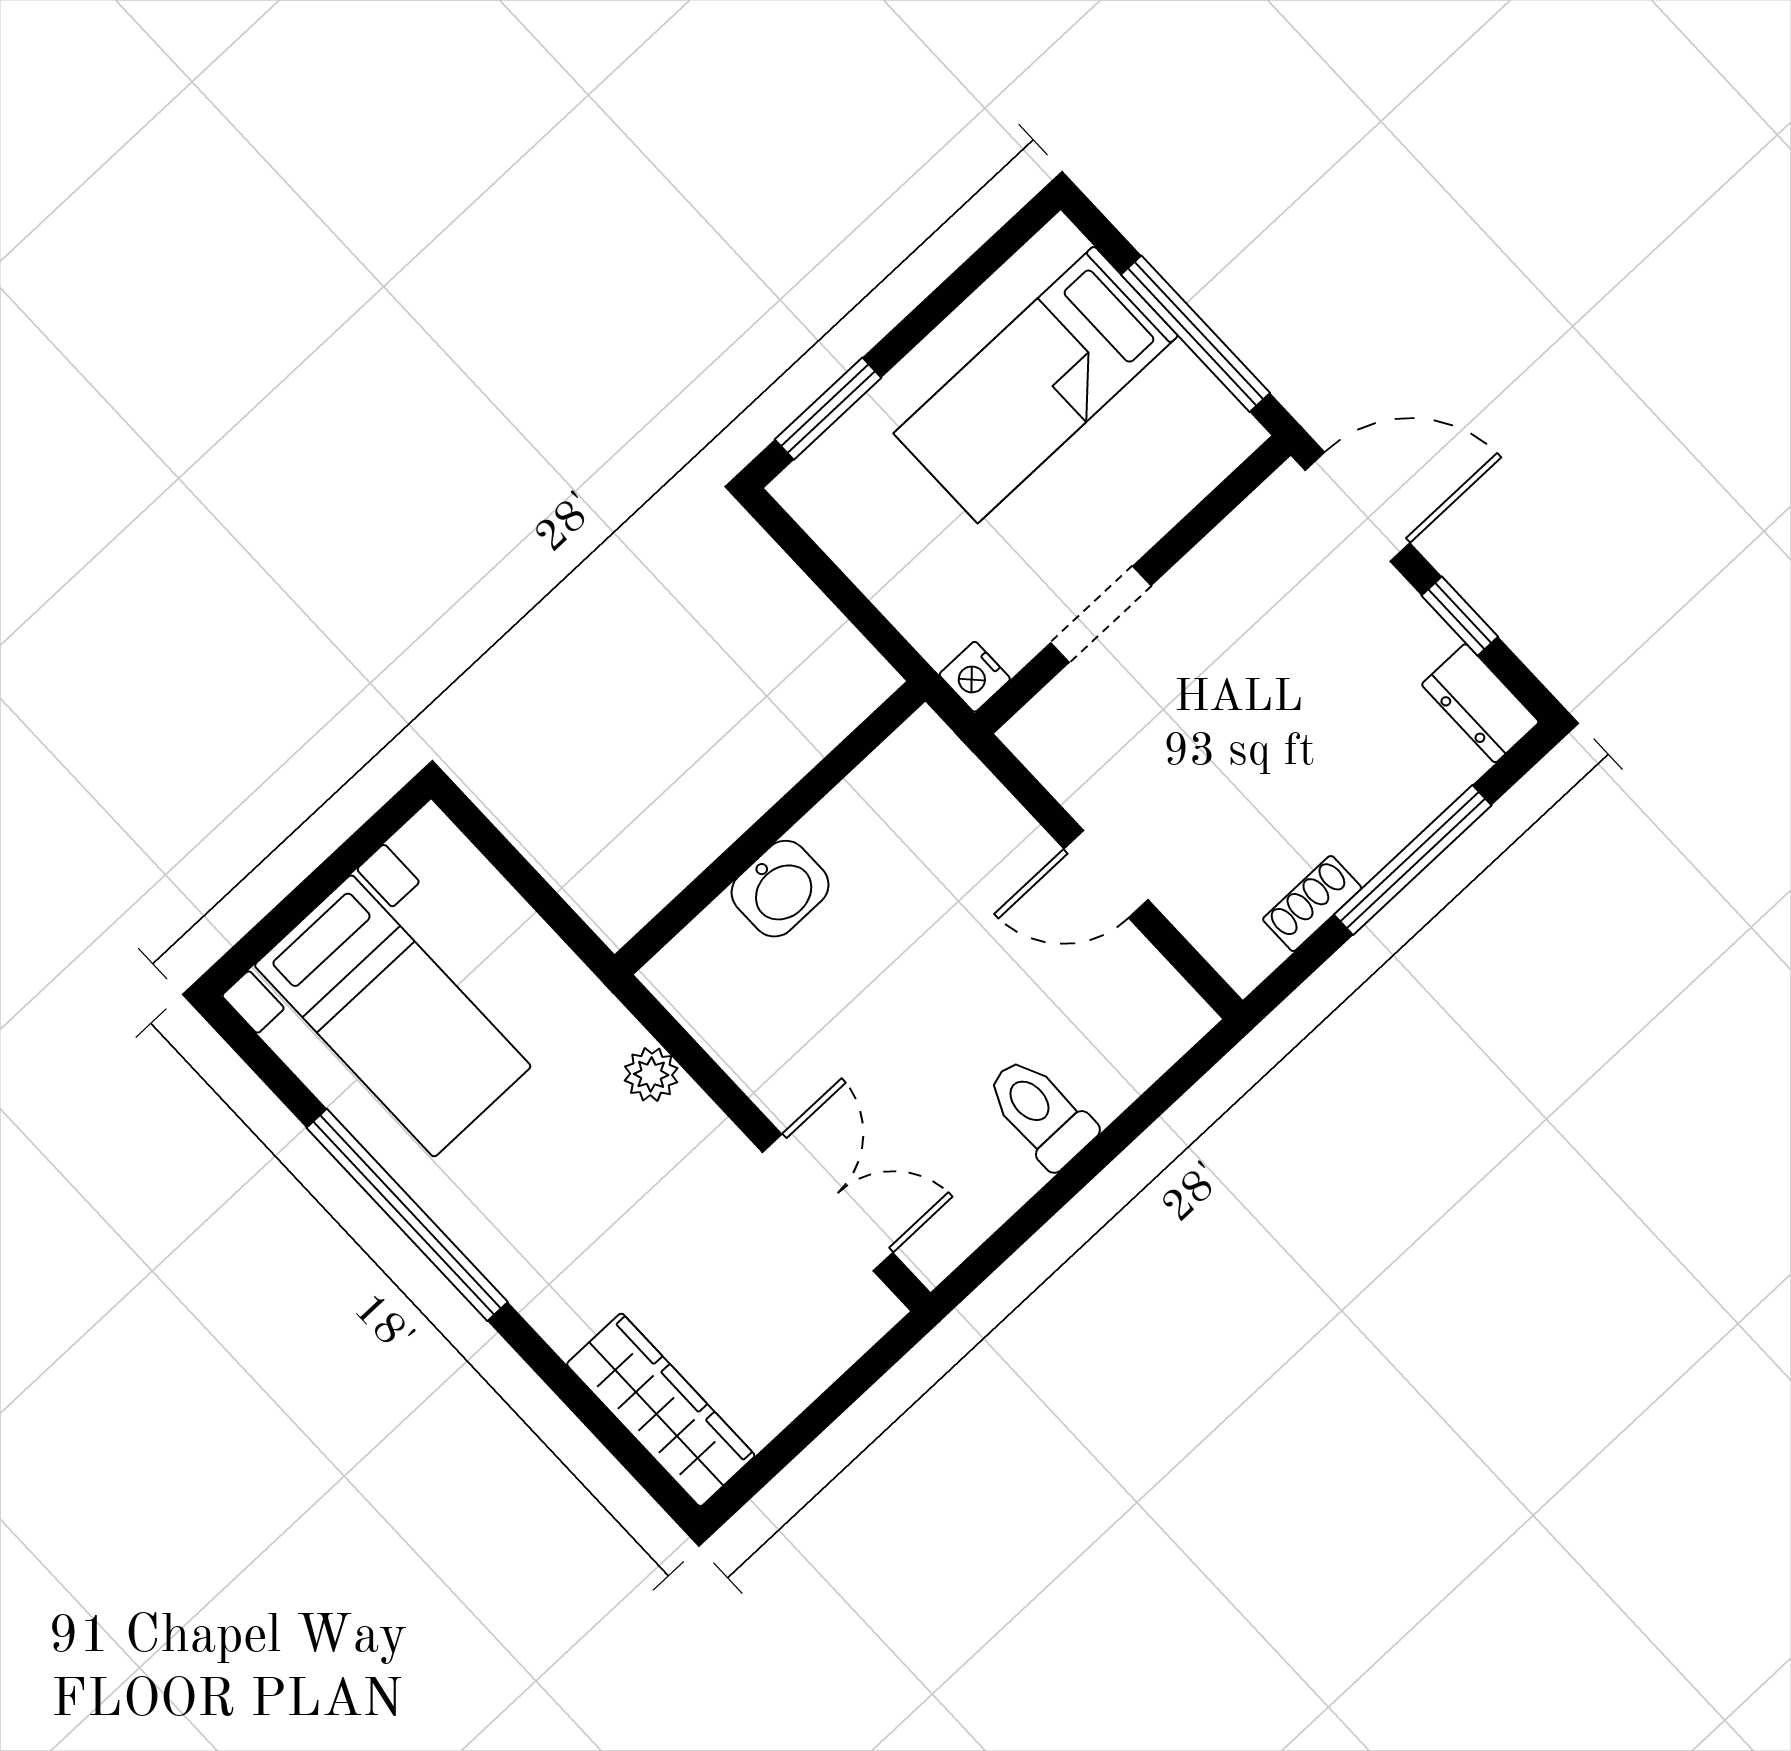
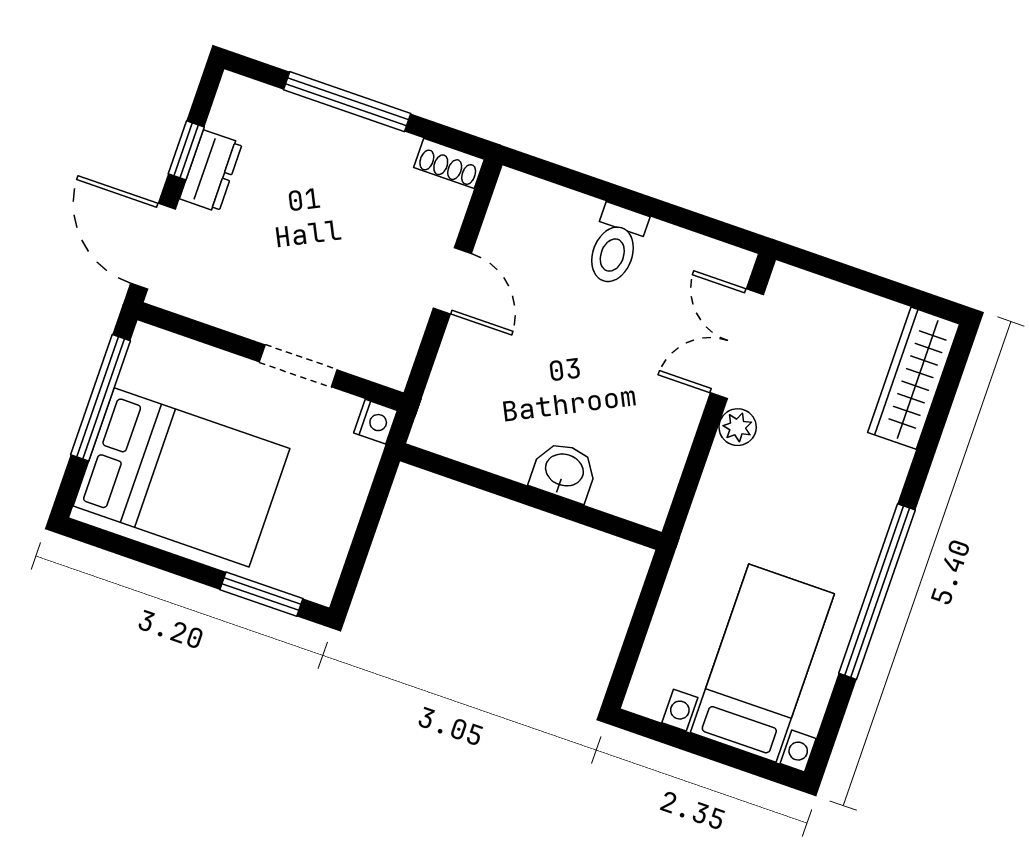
bed: (1036, 385) -> (181, 477), width x1.50
dresser: (1480, 703) -> (211, 171), moved
shoe rack: (1312, 904) -> (449, 163), moved
plant: (651, 1074) -> (738, 427), moved

